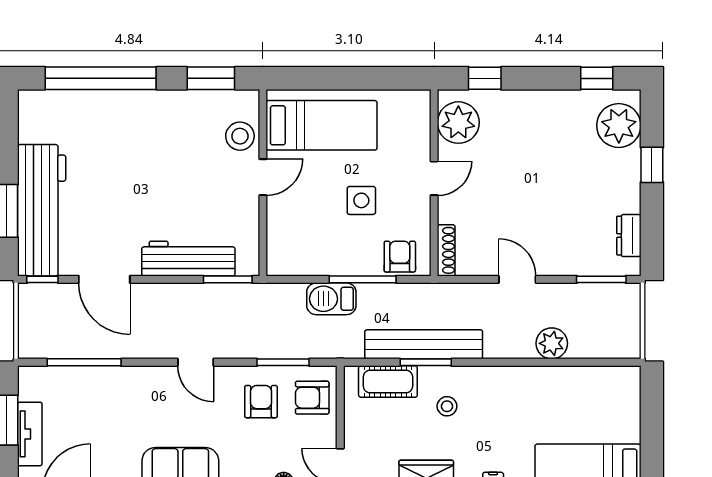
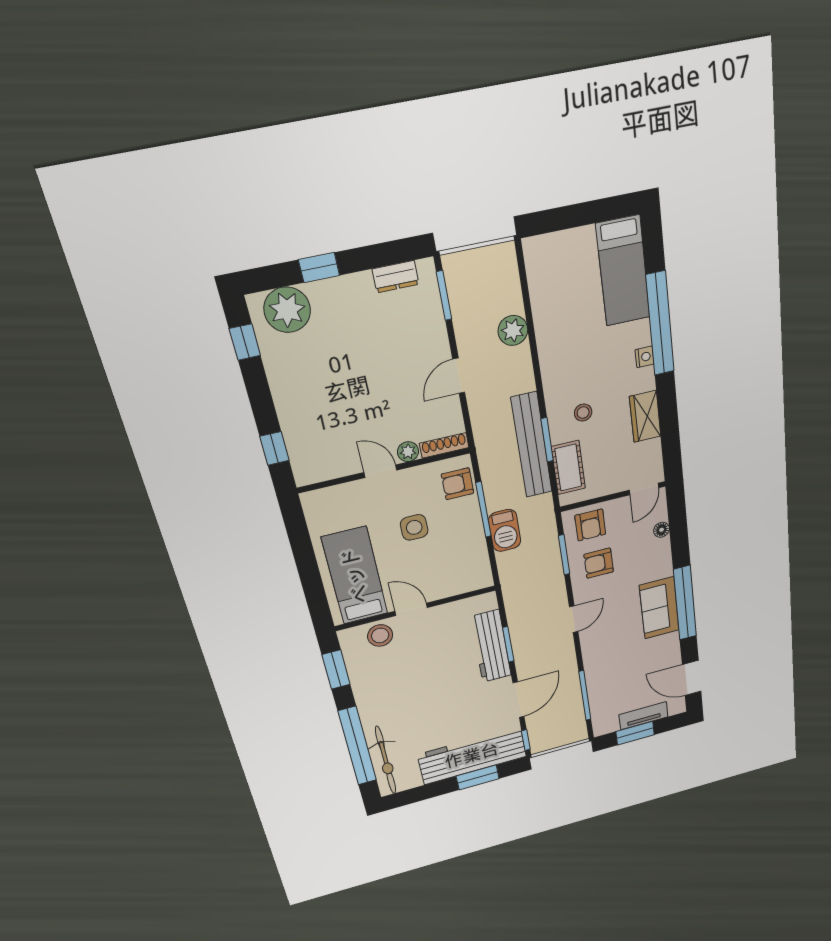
bicycle: (69, 106) -> (386, 760), added
plant: (458, 123) -> (408, 452), moved, width x0.53, depth x0.53
window: (228, 279) -> (508, 644), moved

